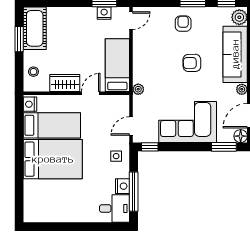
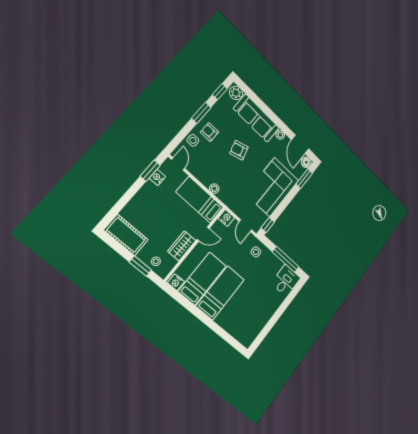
side table: (162, 16) -> (193, 140), added
window: (19, 39) -> (140, 266), moved
armchair: (192, 63) -> (239, 150), turned 75
plant: (138, 89) -> (214, 189), moved
door: (91, 93) -> (203, 234), swing flipped
bed: (53, 159) -> (220, 293), width x0.67
nightstand: (122, 186) -> (226, 218), moved

